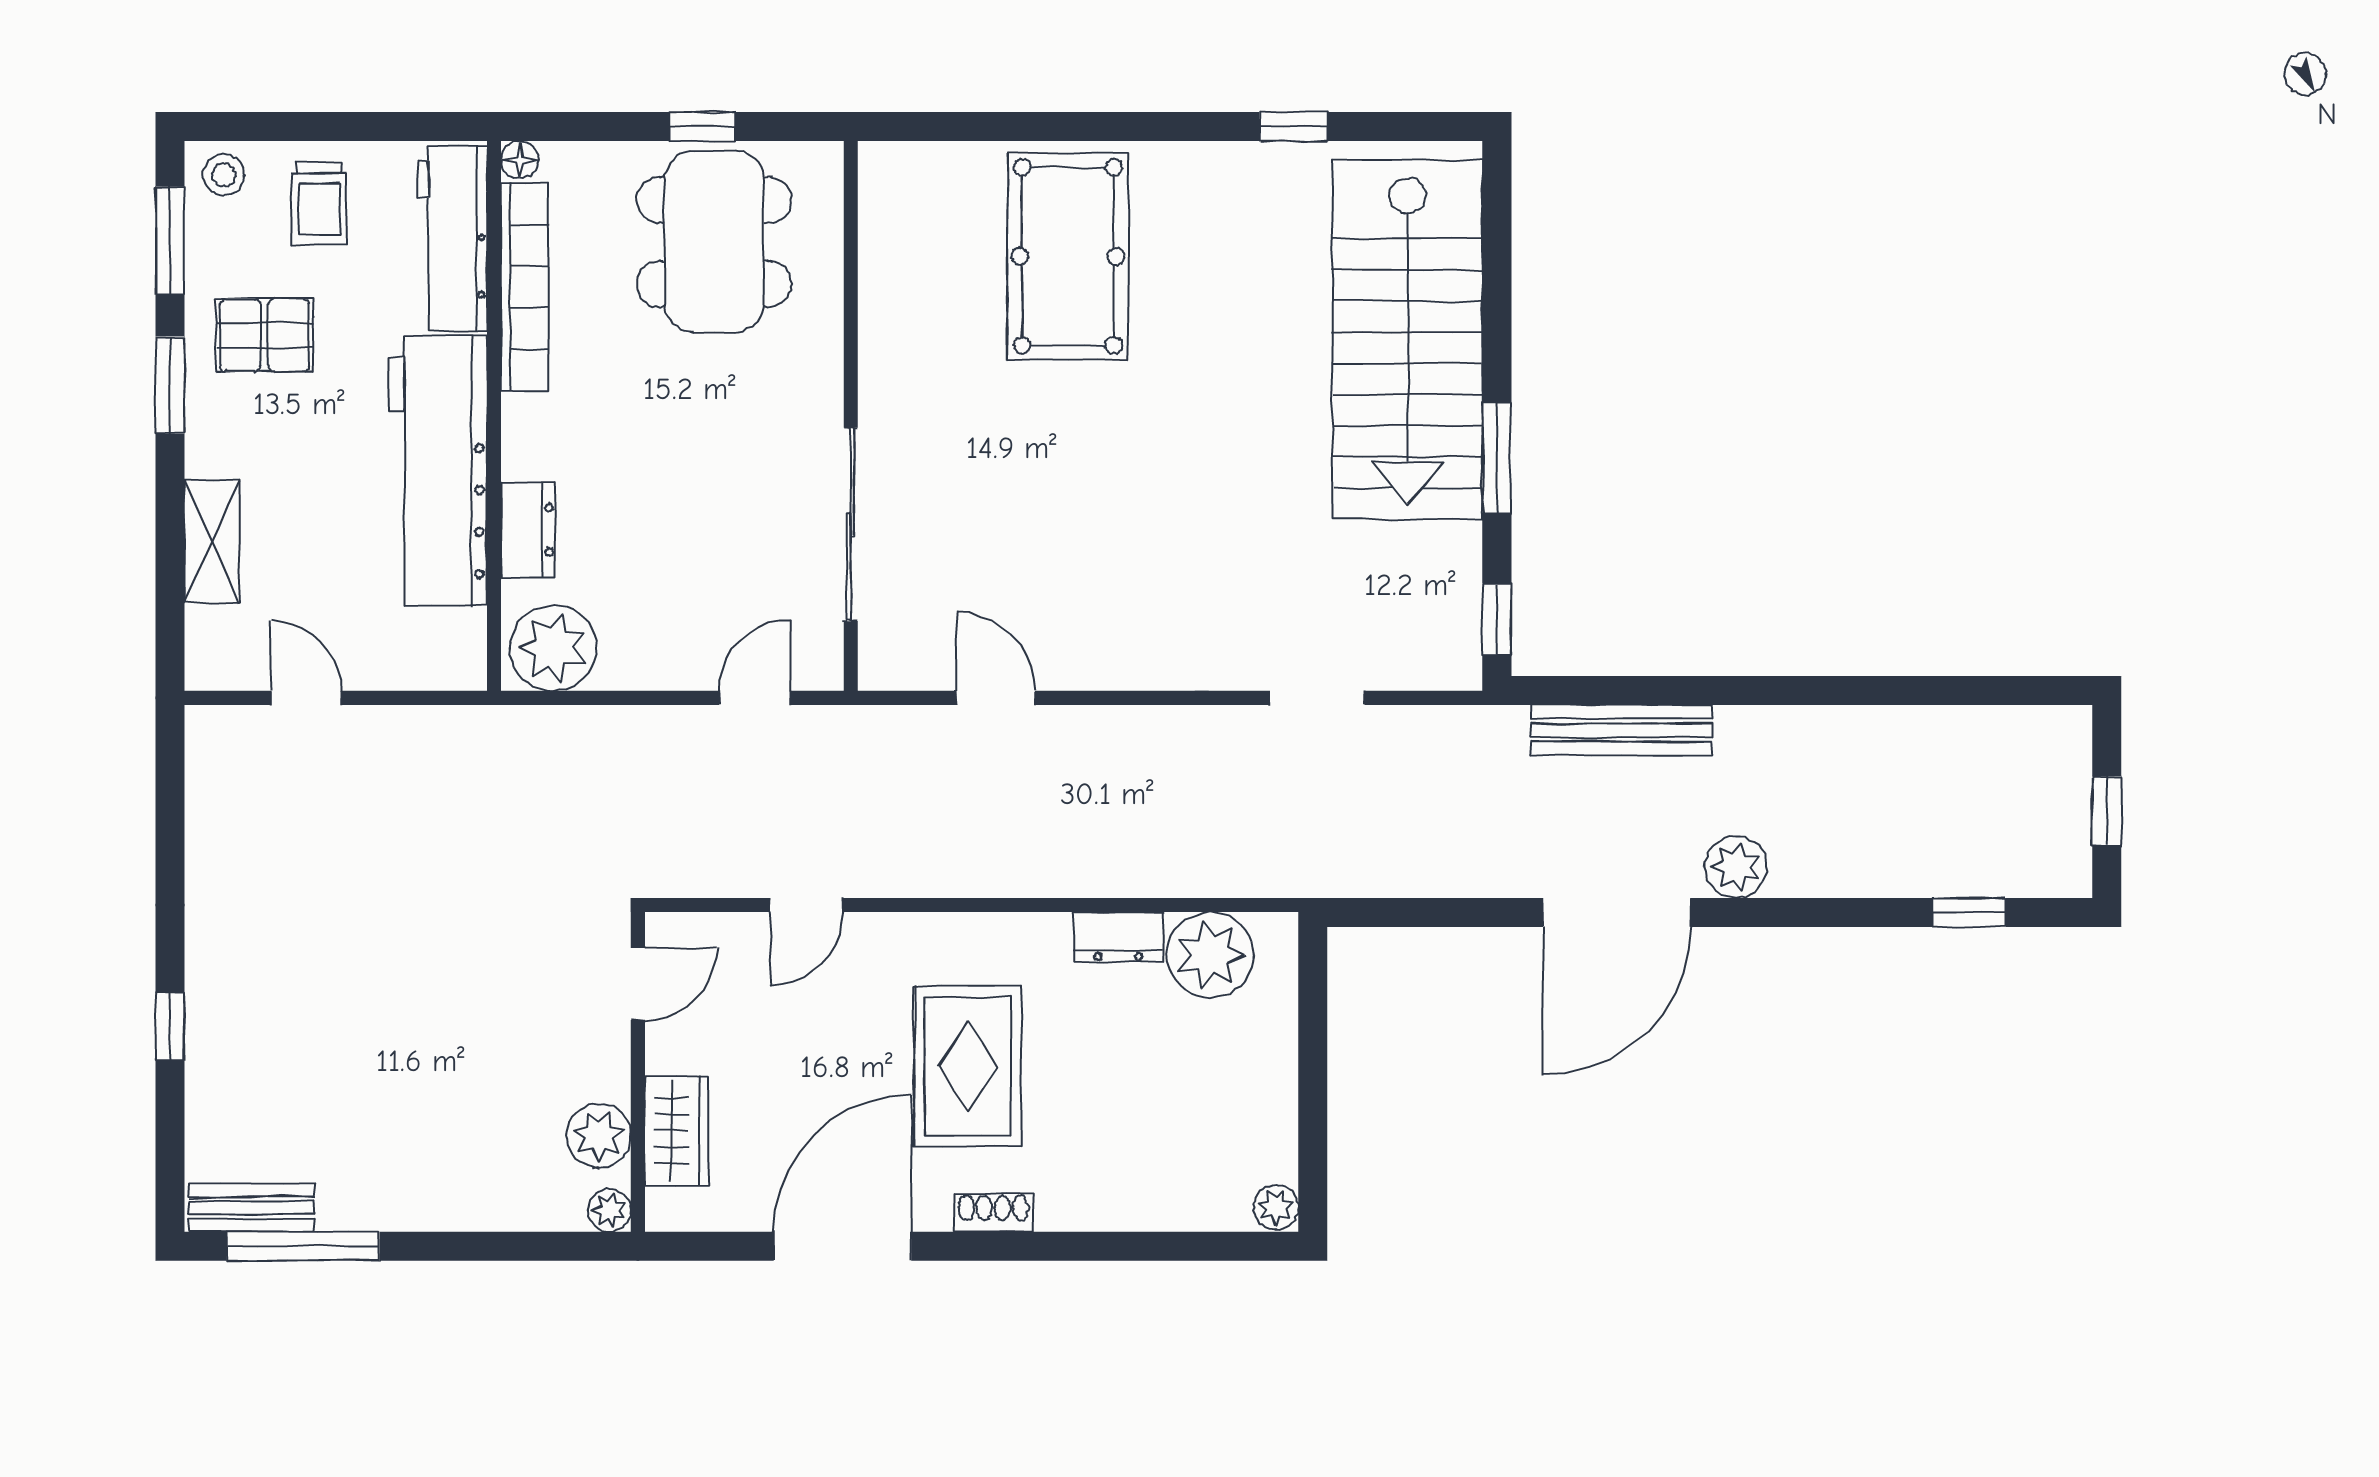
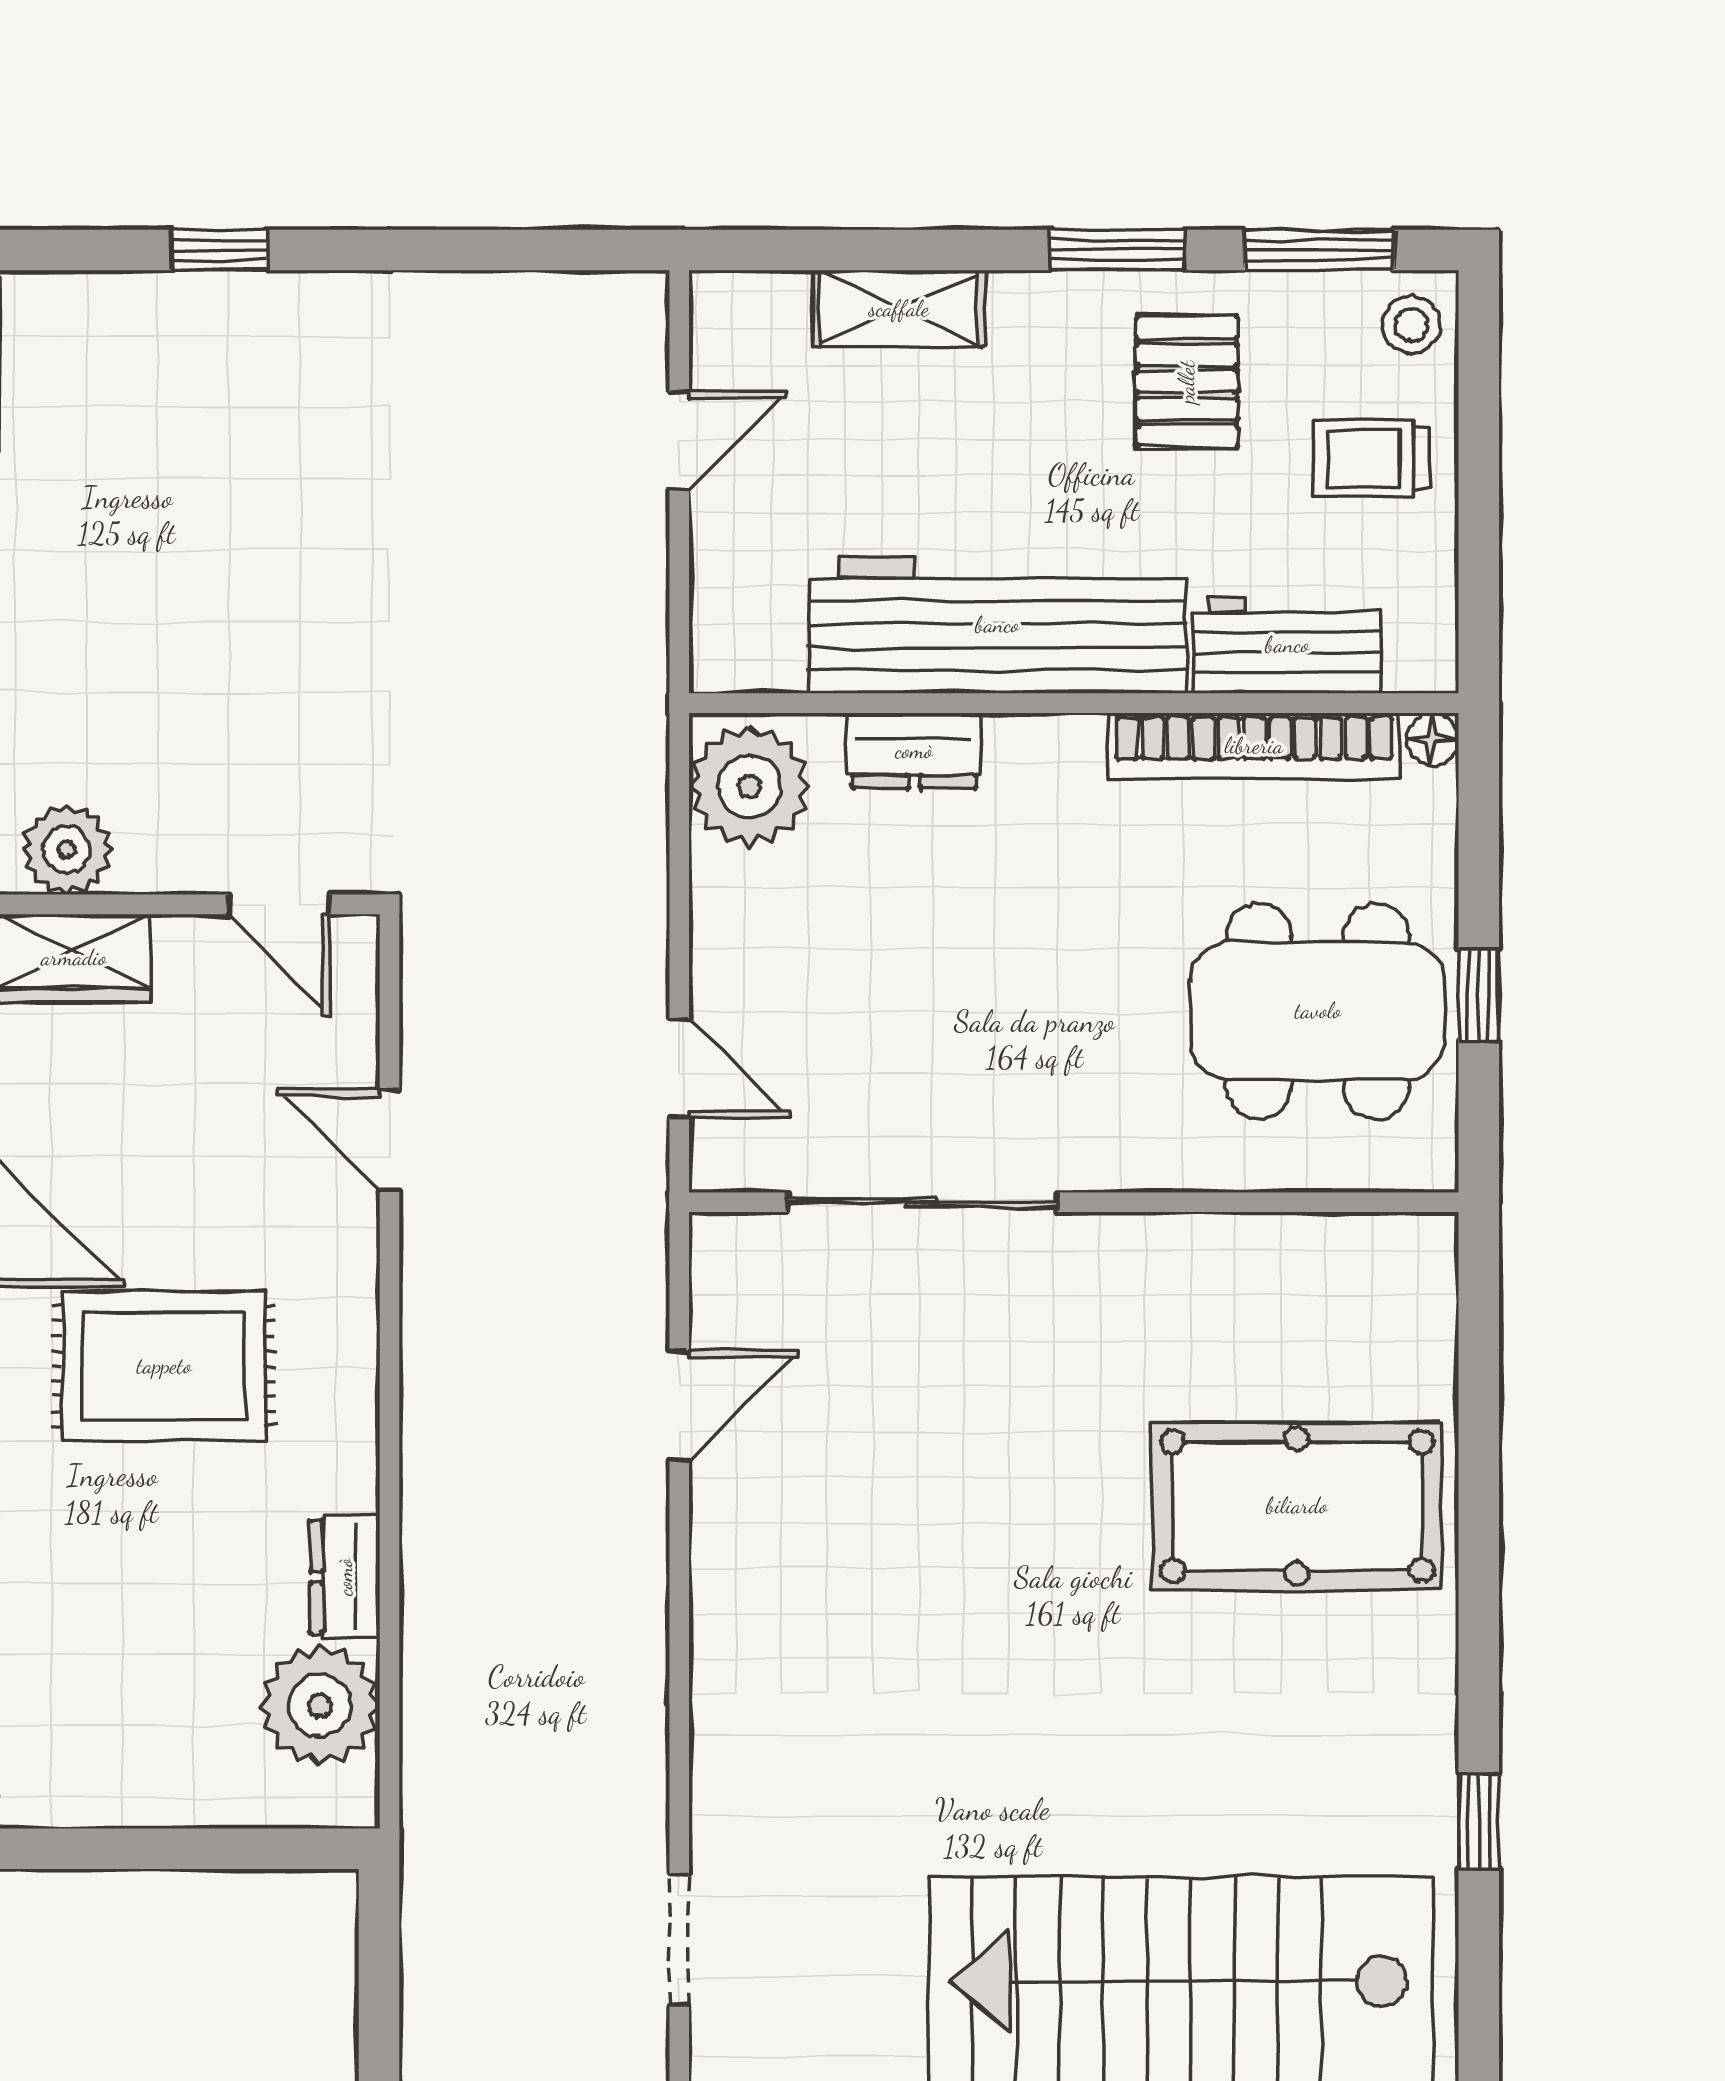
workbench: (452, 238) -> (1287, 645), width x0.73
doorway: (1317, 698) -> (679, 1940), moved

